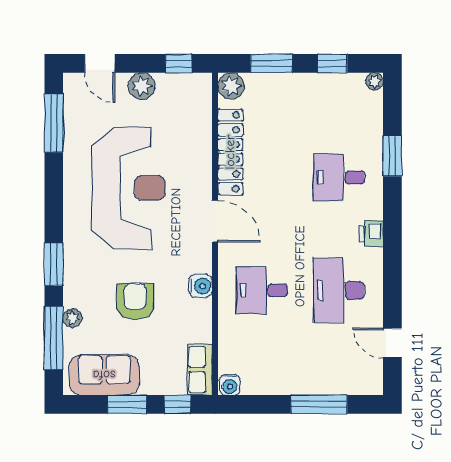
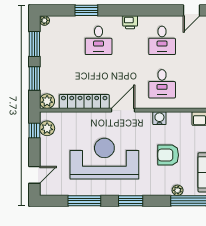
window: (332, 63) -> (34, 44), width x1.50
plant: (142, 86) -> (47, 128), moved
window: (54, 123) -> (84, 201), moved
window: (54, 265) -> (131, 201), moved
desk: (339, 290) -> (162, 40), width x0.73

